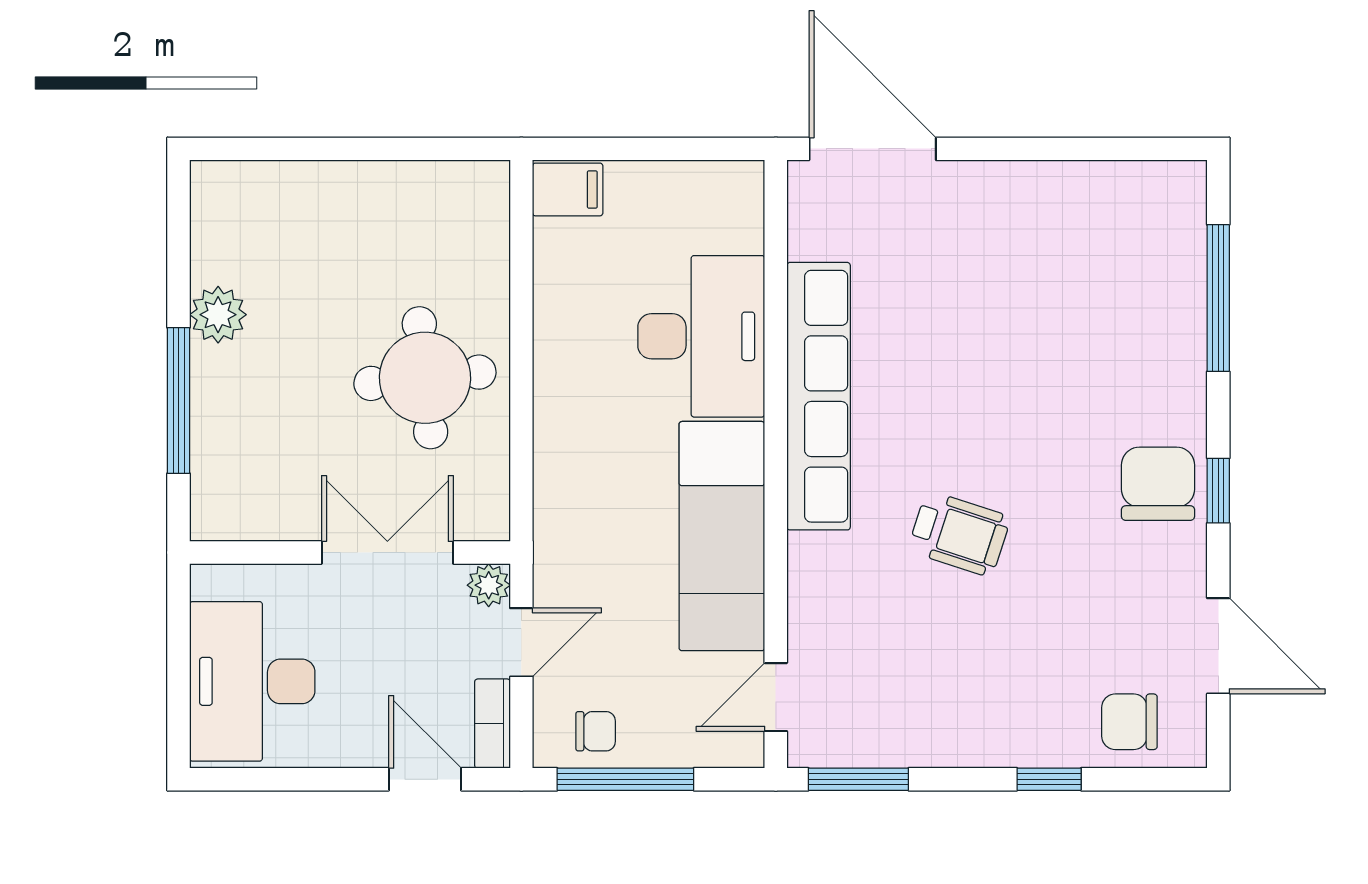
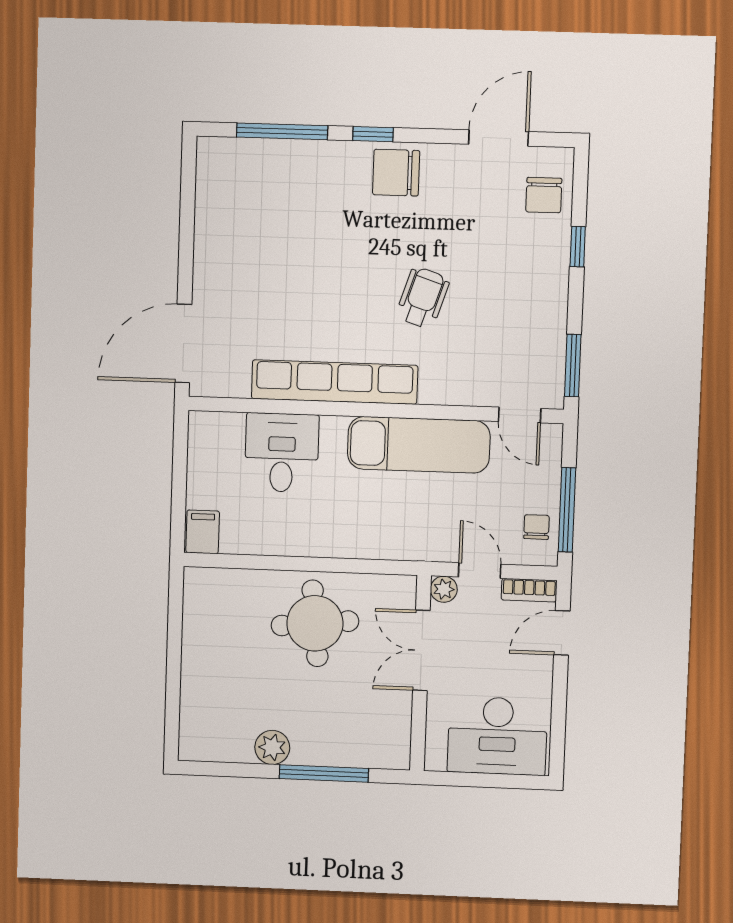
desk: (701, 336) -> (282, 453), width x0.73
window: (1218, 491) -> (373, 134), moved

